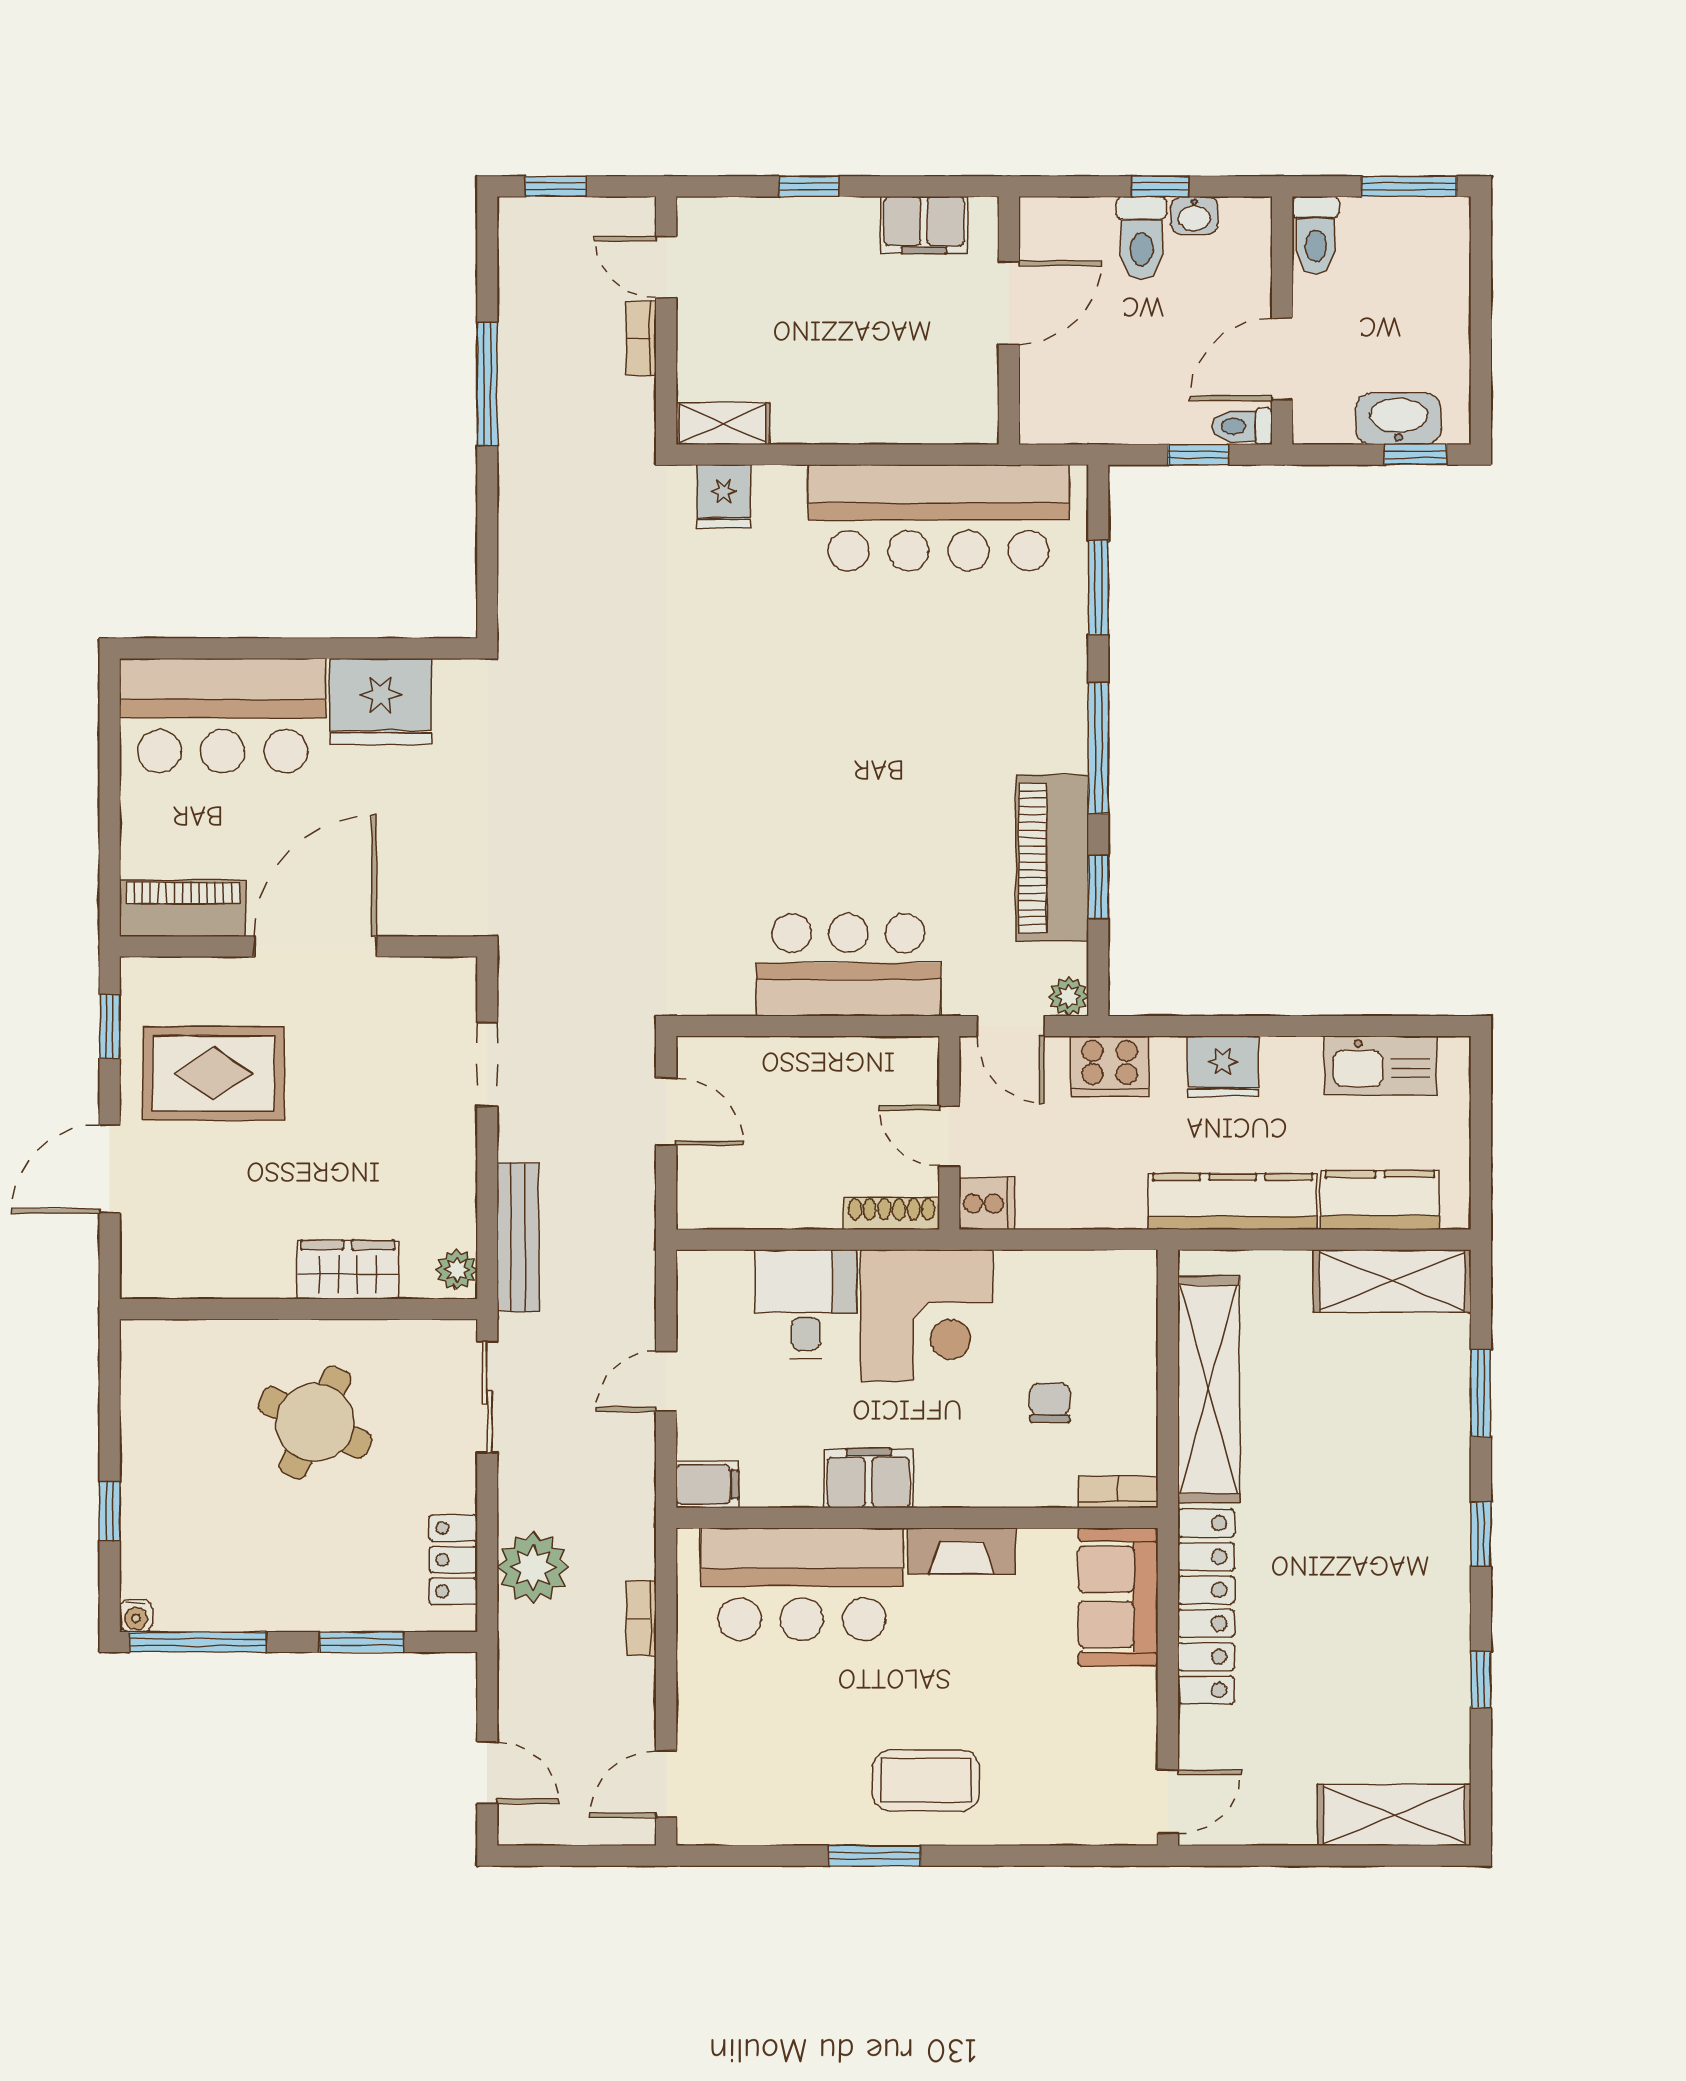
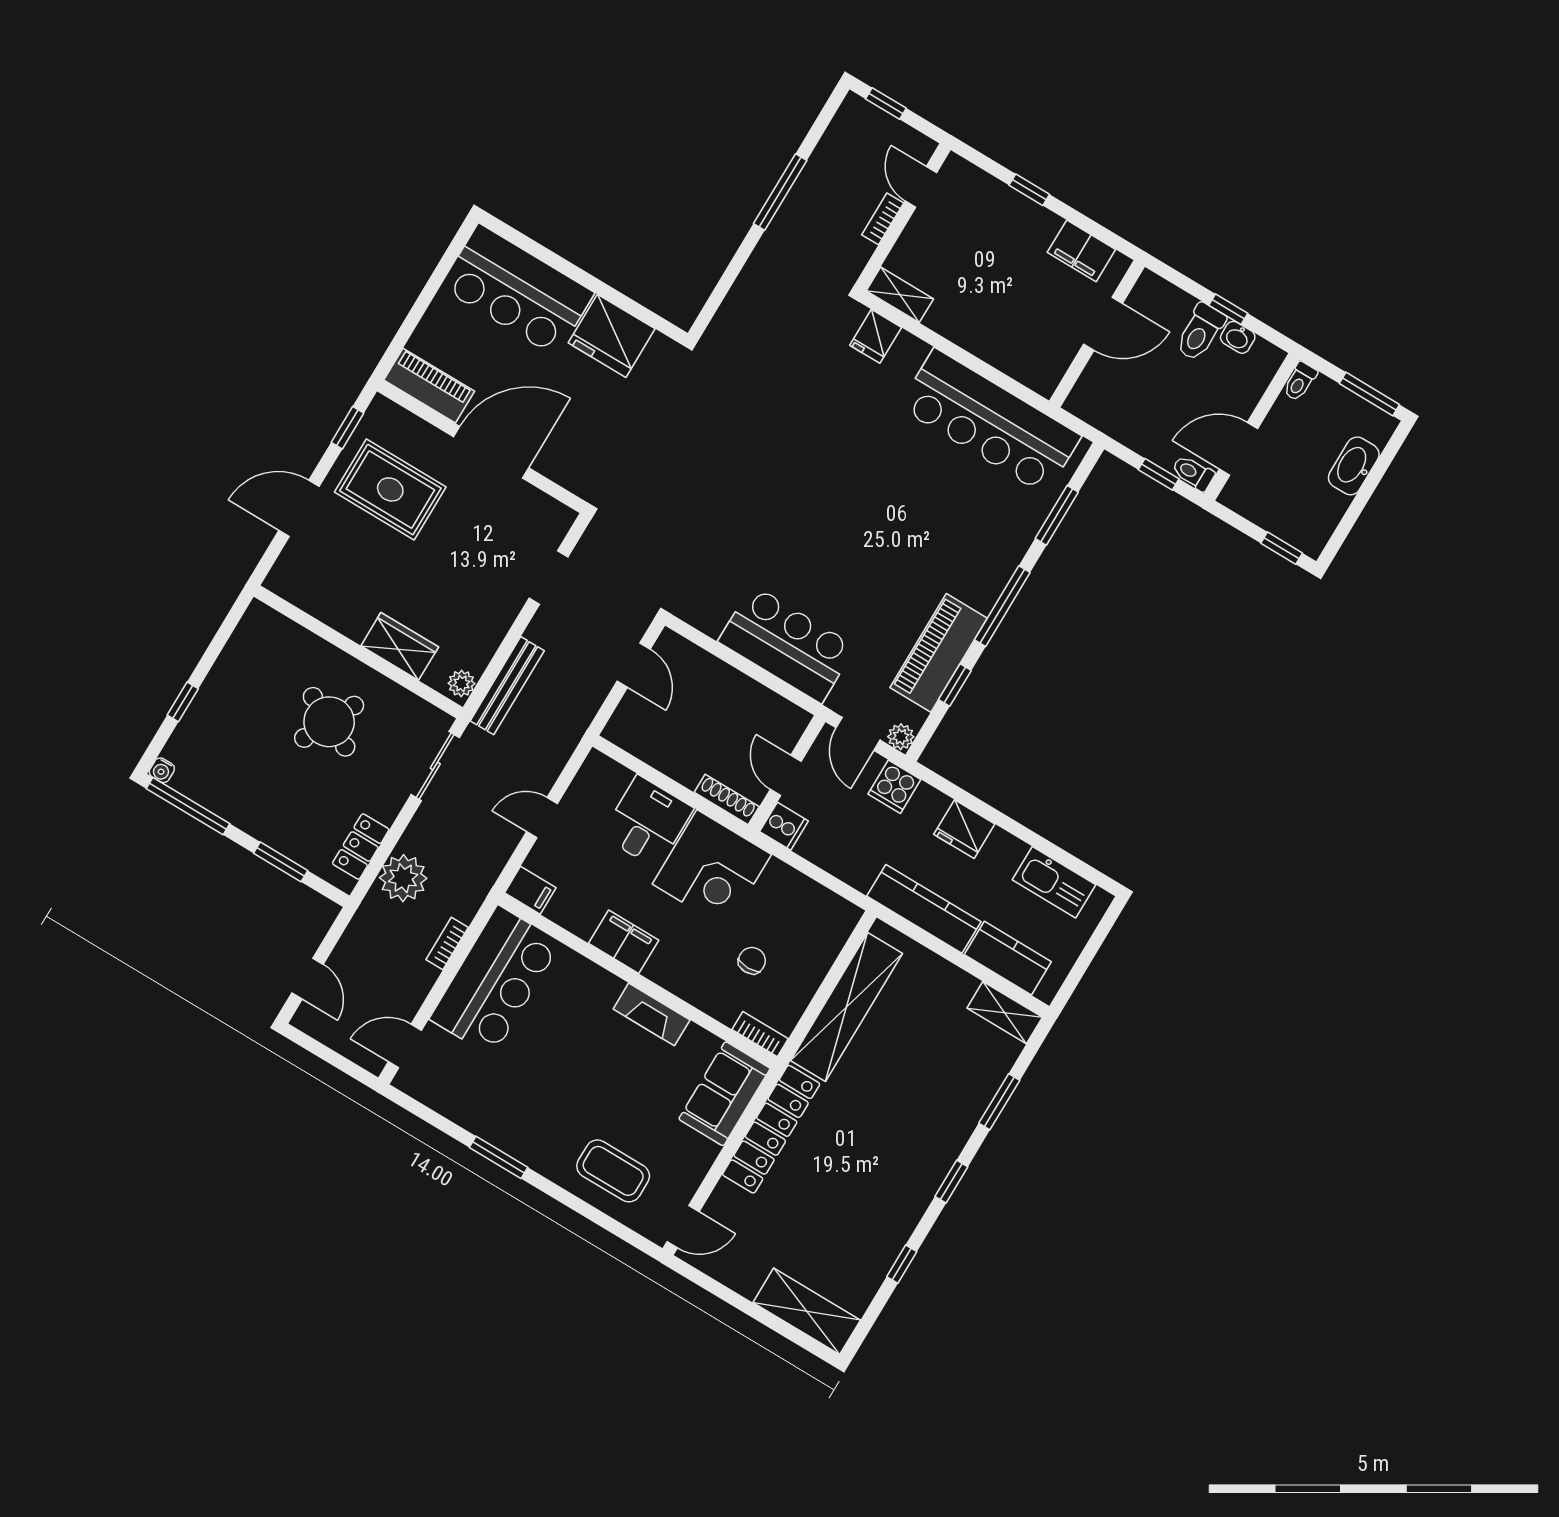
toilet: (1316, 235) -> (1300, 381), width x0.73, depth x0.72
washbasin: (1399, 419) -> (1354, 466), moved, turned -90
cooker: (1110, 1066) -> (894, 787), width x0.73
shelving: (1392, 1281) -> (1005, 1013), width x0.67, depth x0.75
bar counter: (802, 1584) -> (495, 981), moved, turned -90
coffee table: (926, 1780) -> (613, 1171), moved

